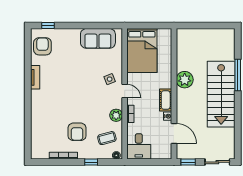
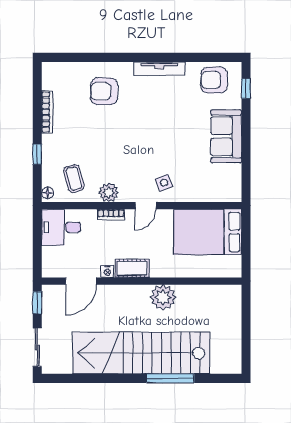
sofa: (98, 38) -> (226, 136), moved
armchair: (42, 46) -> (214, 80), turned 180
tv unit: (35, 77) -> (159, 69), width x1.41
stairs: (221, 94) -> (141, 353), width x1.36
armchair: (77, 132) -> (104, 91), moved

